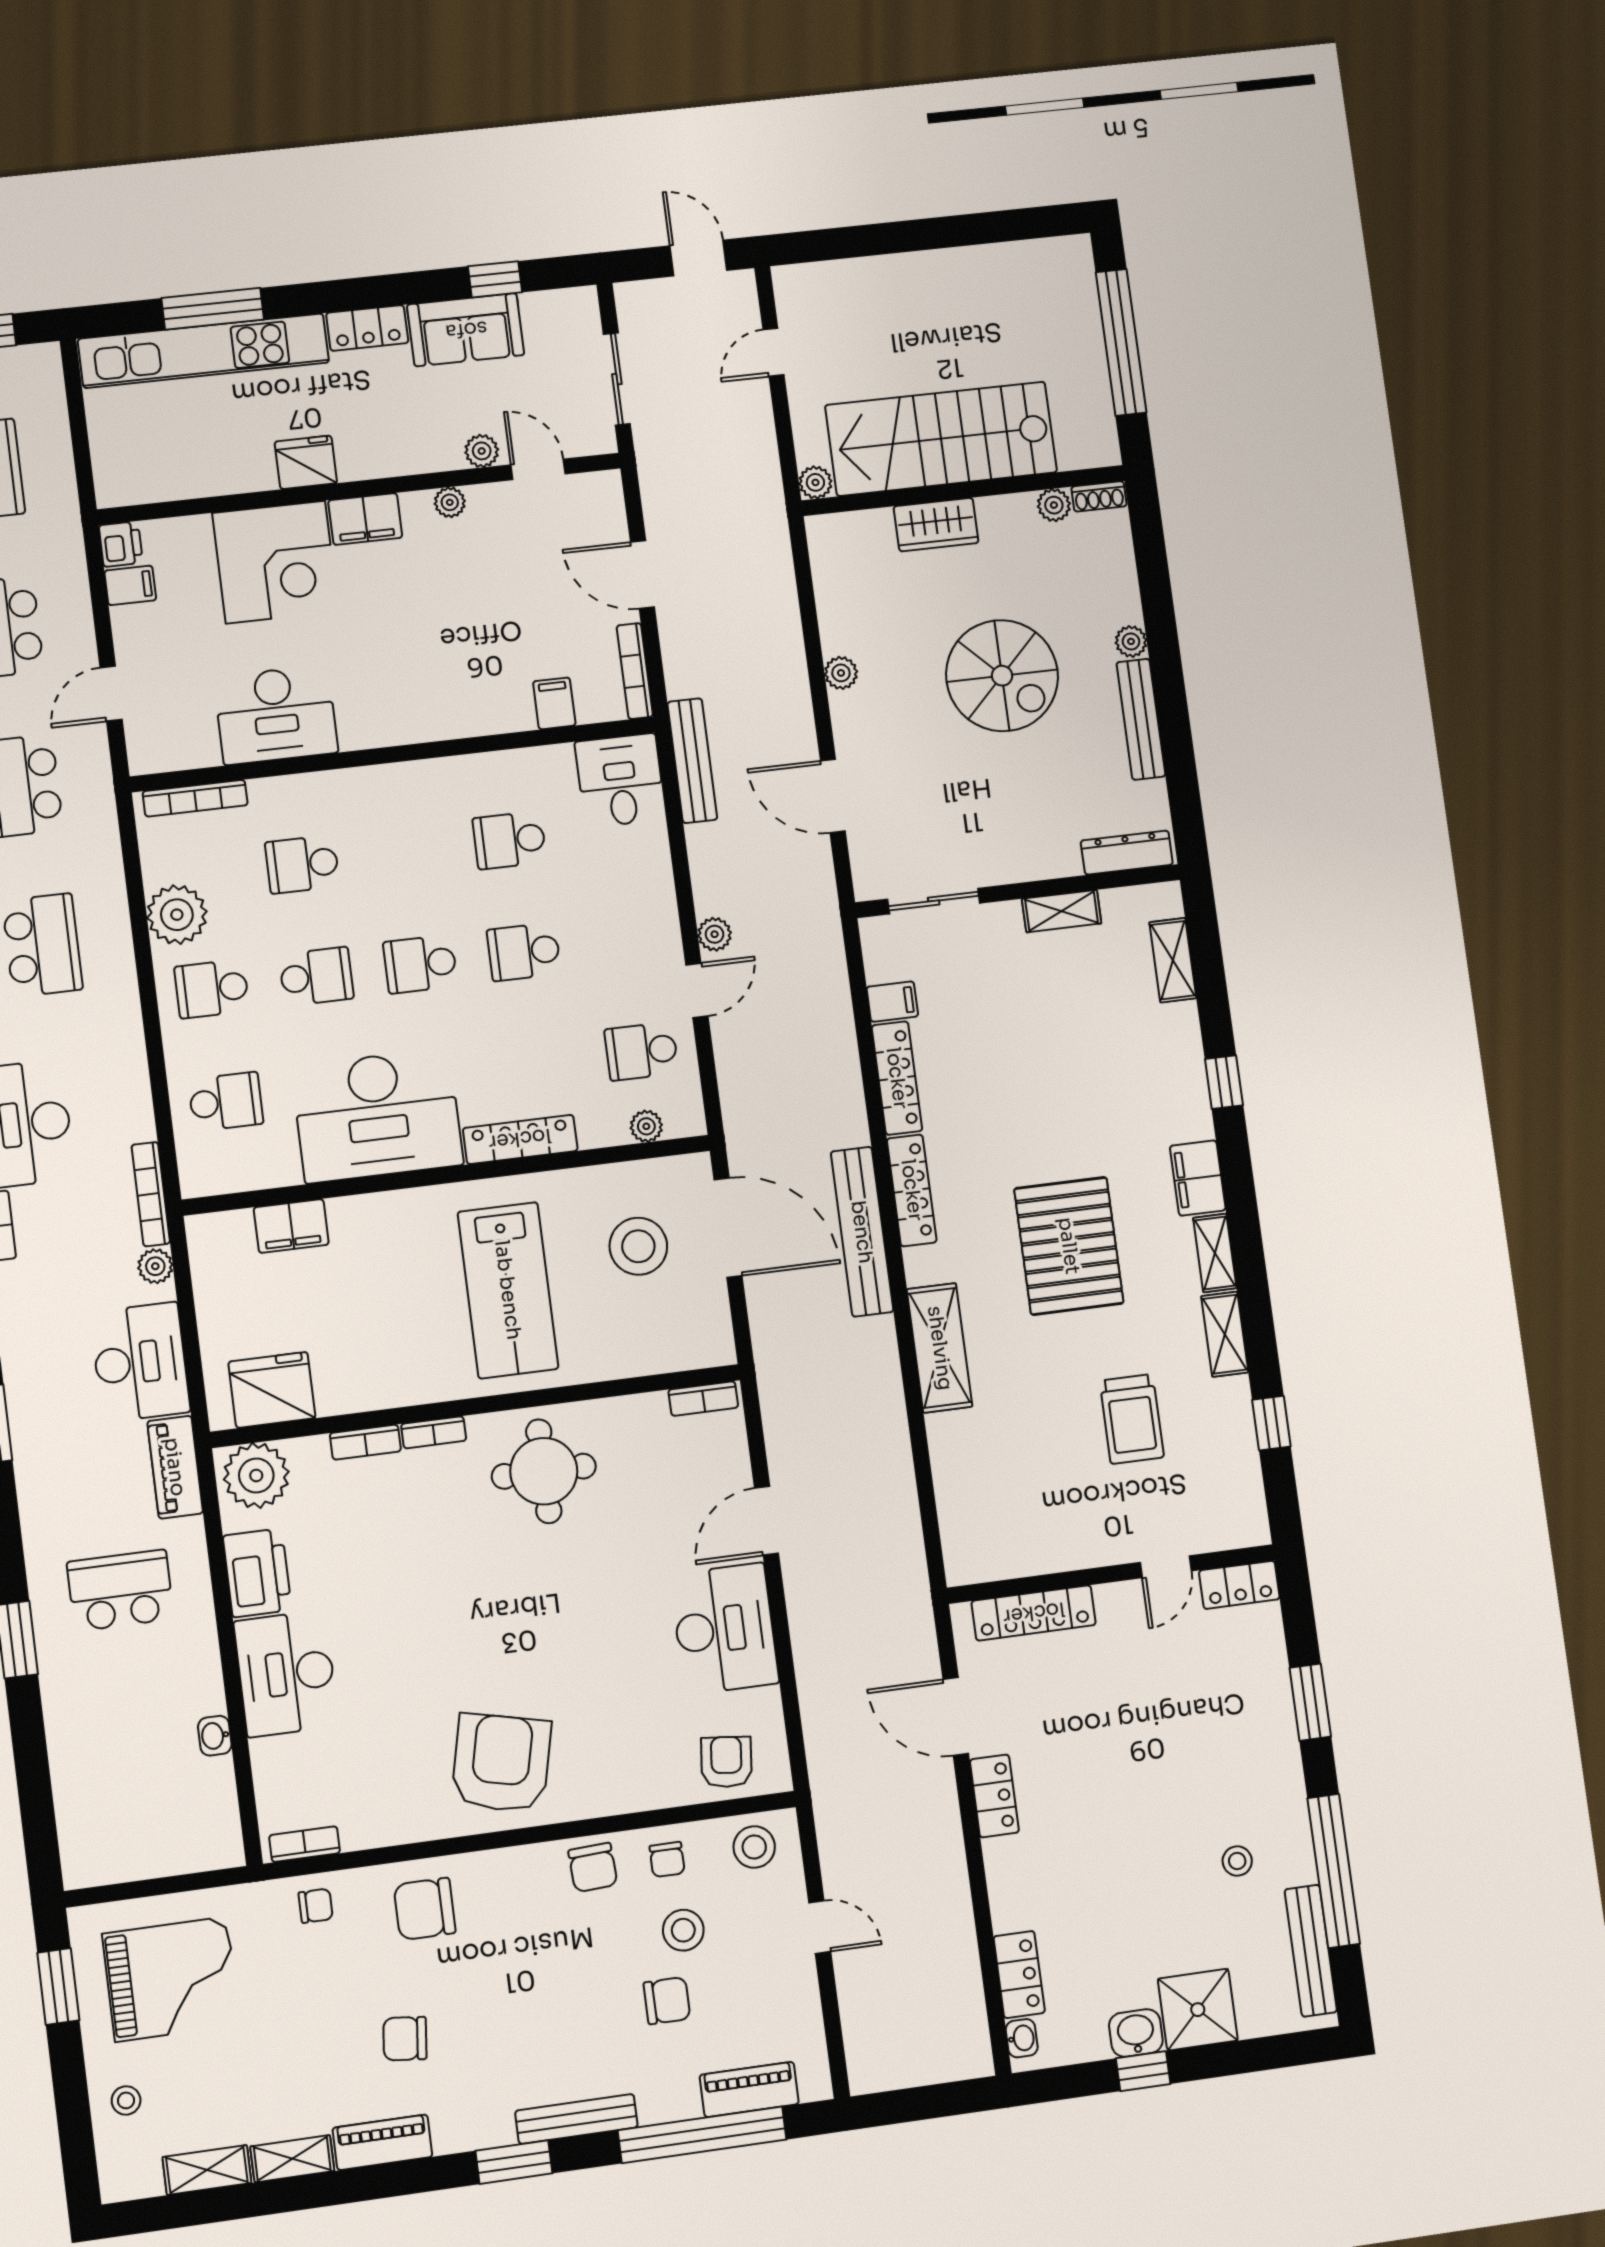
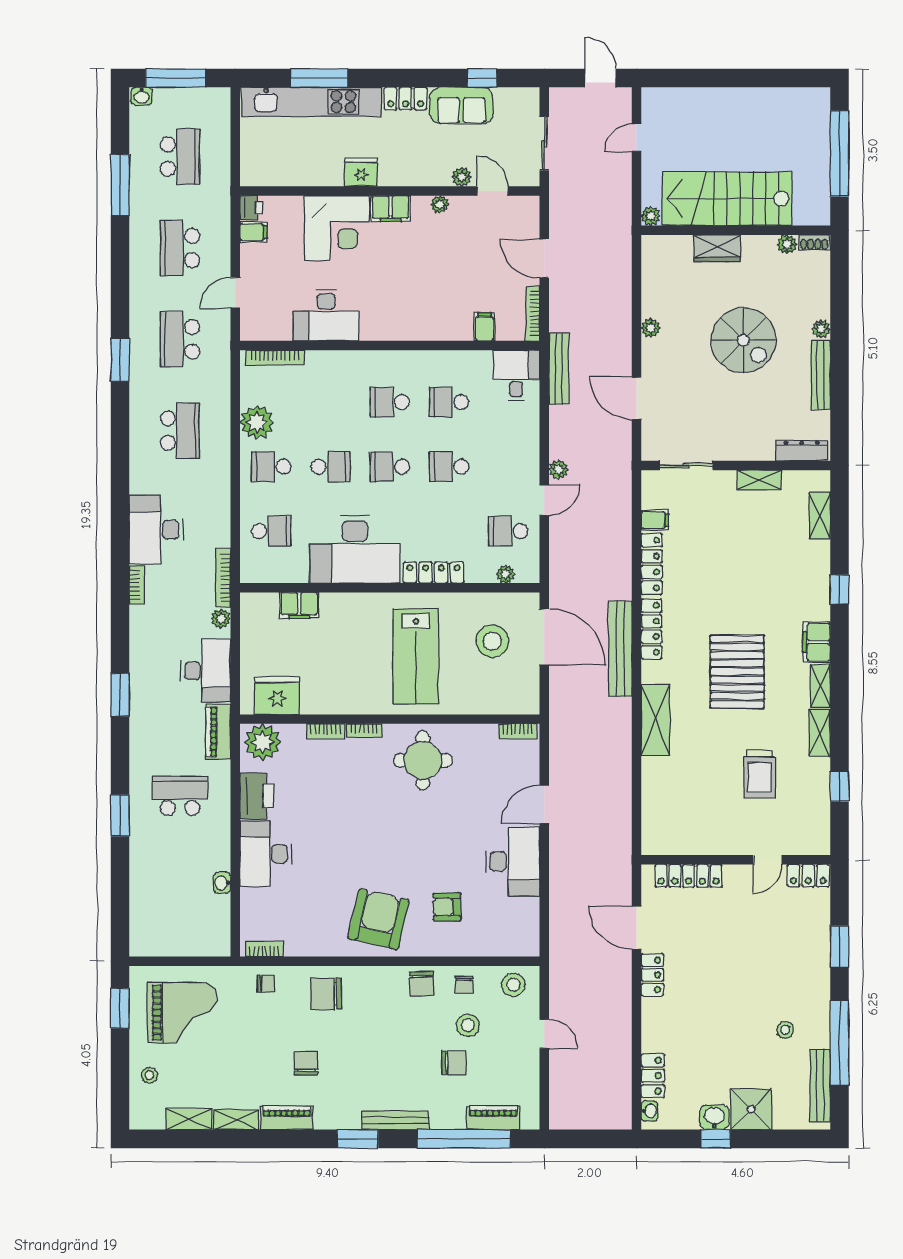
school desk: (302, 864) -> (390, 402), moved
armchair: (726, 1762) -> (447, 907), moved, turned -96
chair: (405, 2039) -> (306, 1063), turned 84

